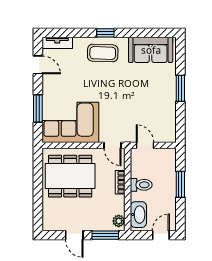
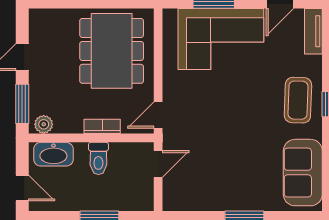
corner sofa: (70, 122) -> (221, 39), moved, turned 90

